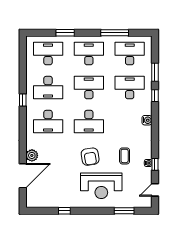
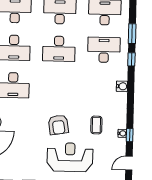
desk: (89, 88) -> (59, 49), turned 180
desk: (89, 122) -> (58, 86), removed
reception desk: (101, 186) -> (70, 157), turned 180

